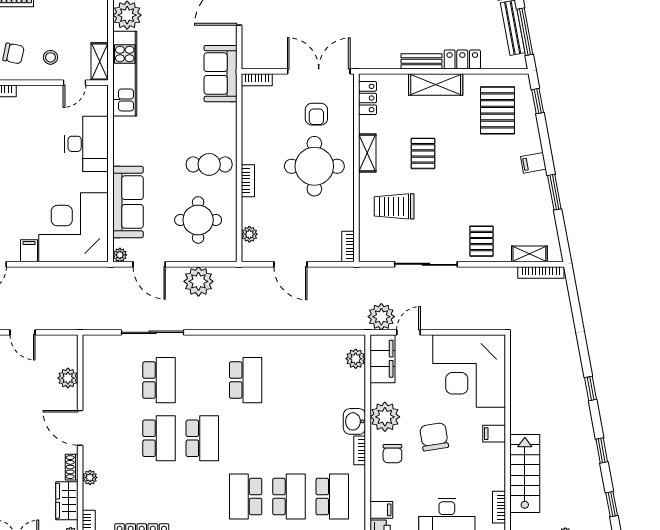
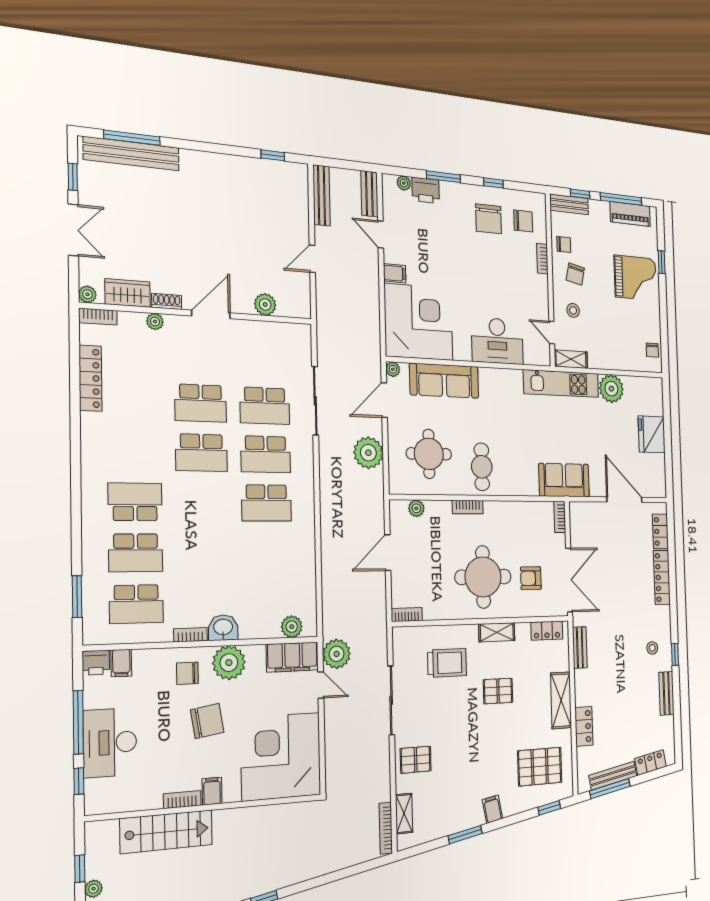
bench: (421, 61) -> (580, 647), moved
trolley: (394, 206) -> (447, 663), turned 90
school desk: (202, 380) -> (266, 454), added
bookcase: (499, 507) -> (182, 800), moved

